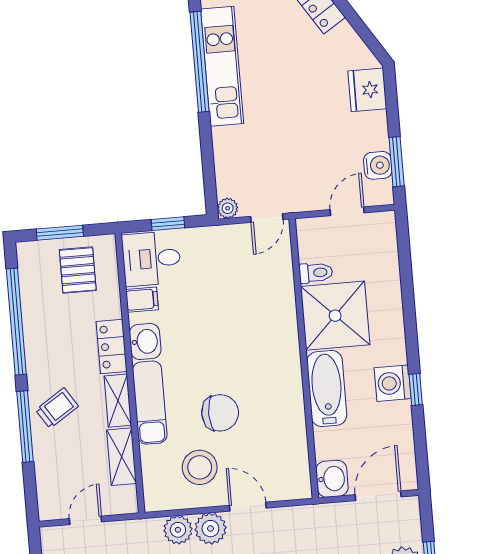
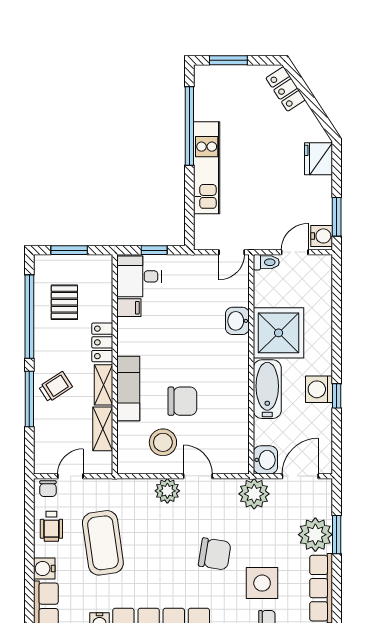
kitchen unit: (222, 66) -> (207, 168), moved
water cooler: (378, 165) -> (322, 236), moved
plant: (228, 208) -> (202, 242), removed
pallet: (78, 270) -> (64, 302), moved
toilet: (316, 273) -> (266, 262), moved
washbasin: (145, 342) -> (237, 321), moved, turned 180
plant: (178, 530) -> (254, 494), moved, width x1.36, depth x1.36
chair: (58, 538) -> (48, 489), added

